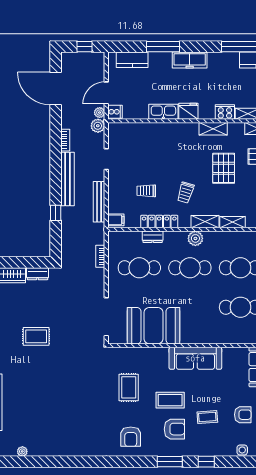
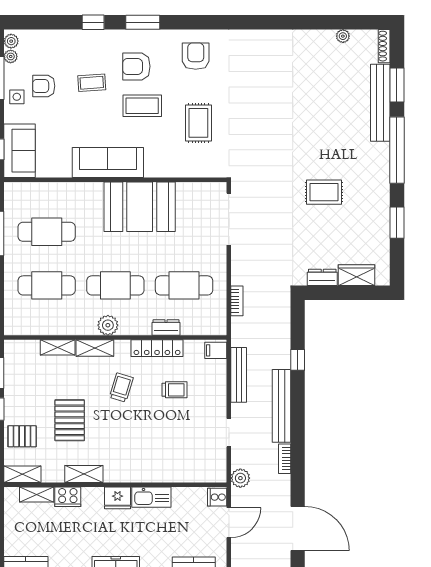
plant: (100, 113) -> (238, 496), removed
booth: (153, 326) -> (140, 207), moved
side table: (242, 450) -> (44, 38), removed

